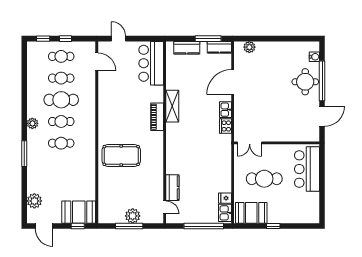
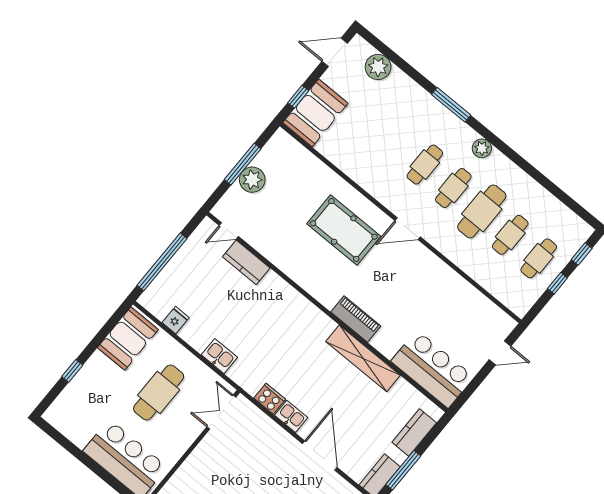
door: (97, 62) -> (408, 229), moved
shelving: (172, 106) -> (363, 358), width x1.47
pool table: (121, 155) -> (344, 230), turned 90
kitchen sink: (225, 213) -> (219, 356), moved
window: (273, 226) -> (72, 371), moved

